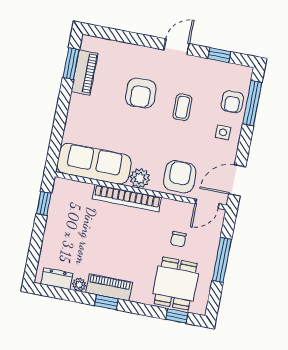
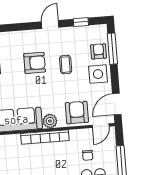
armchair: (141, 93) -> (35, 63), turned -88
armchair: (232, 102) -> (99, 51), turned 180
side table: (223, 132) -> (98, 74), width x1.87, depth x1.87

